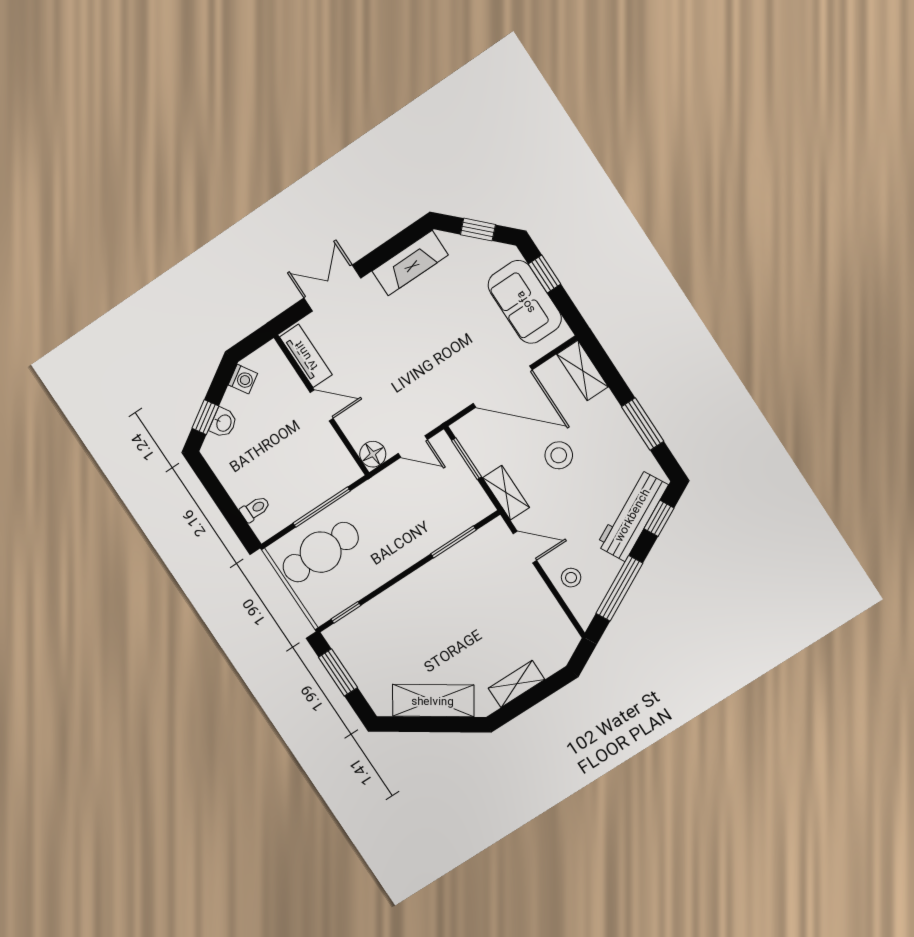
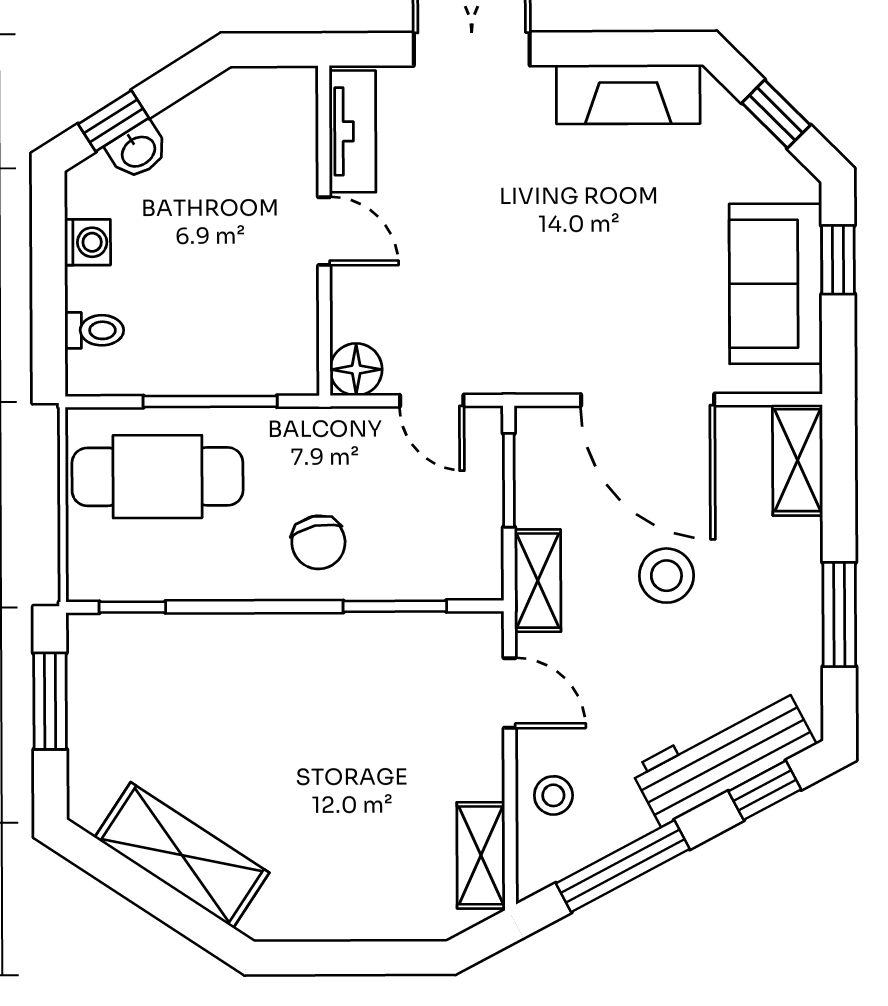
washing machine: (243, 379) -> (88, 242), moved, turned -58
chair: (404, 536) -> (318, 542), added
shelving: (517, 684) -> (481, 855), moved, turned 90

